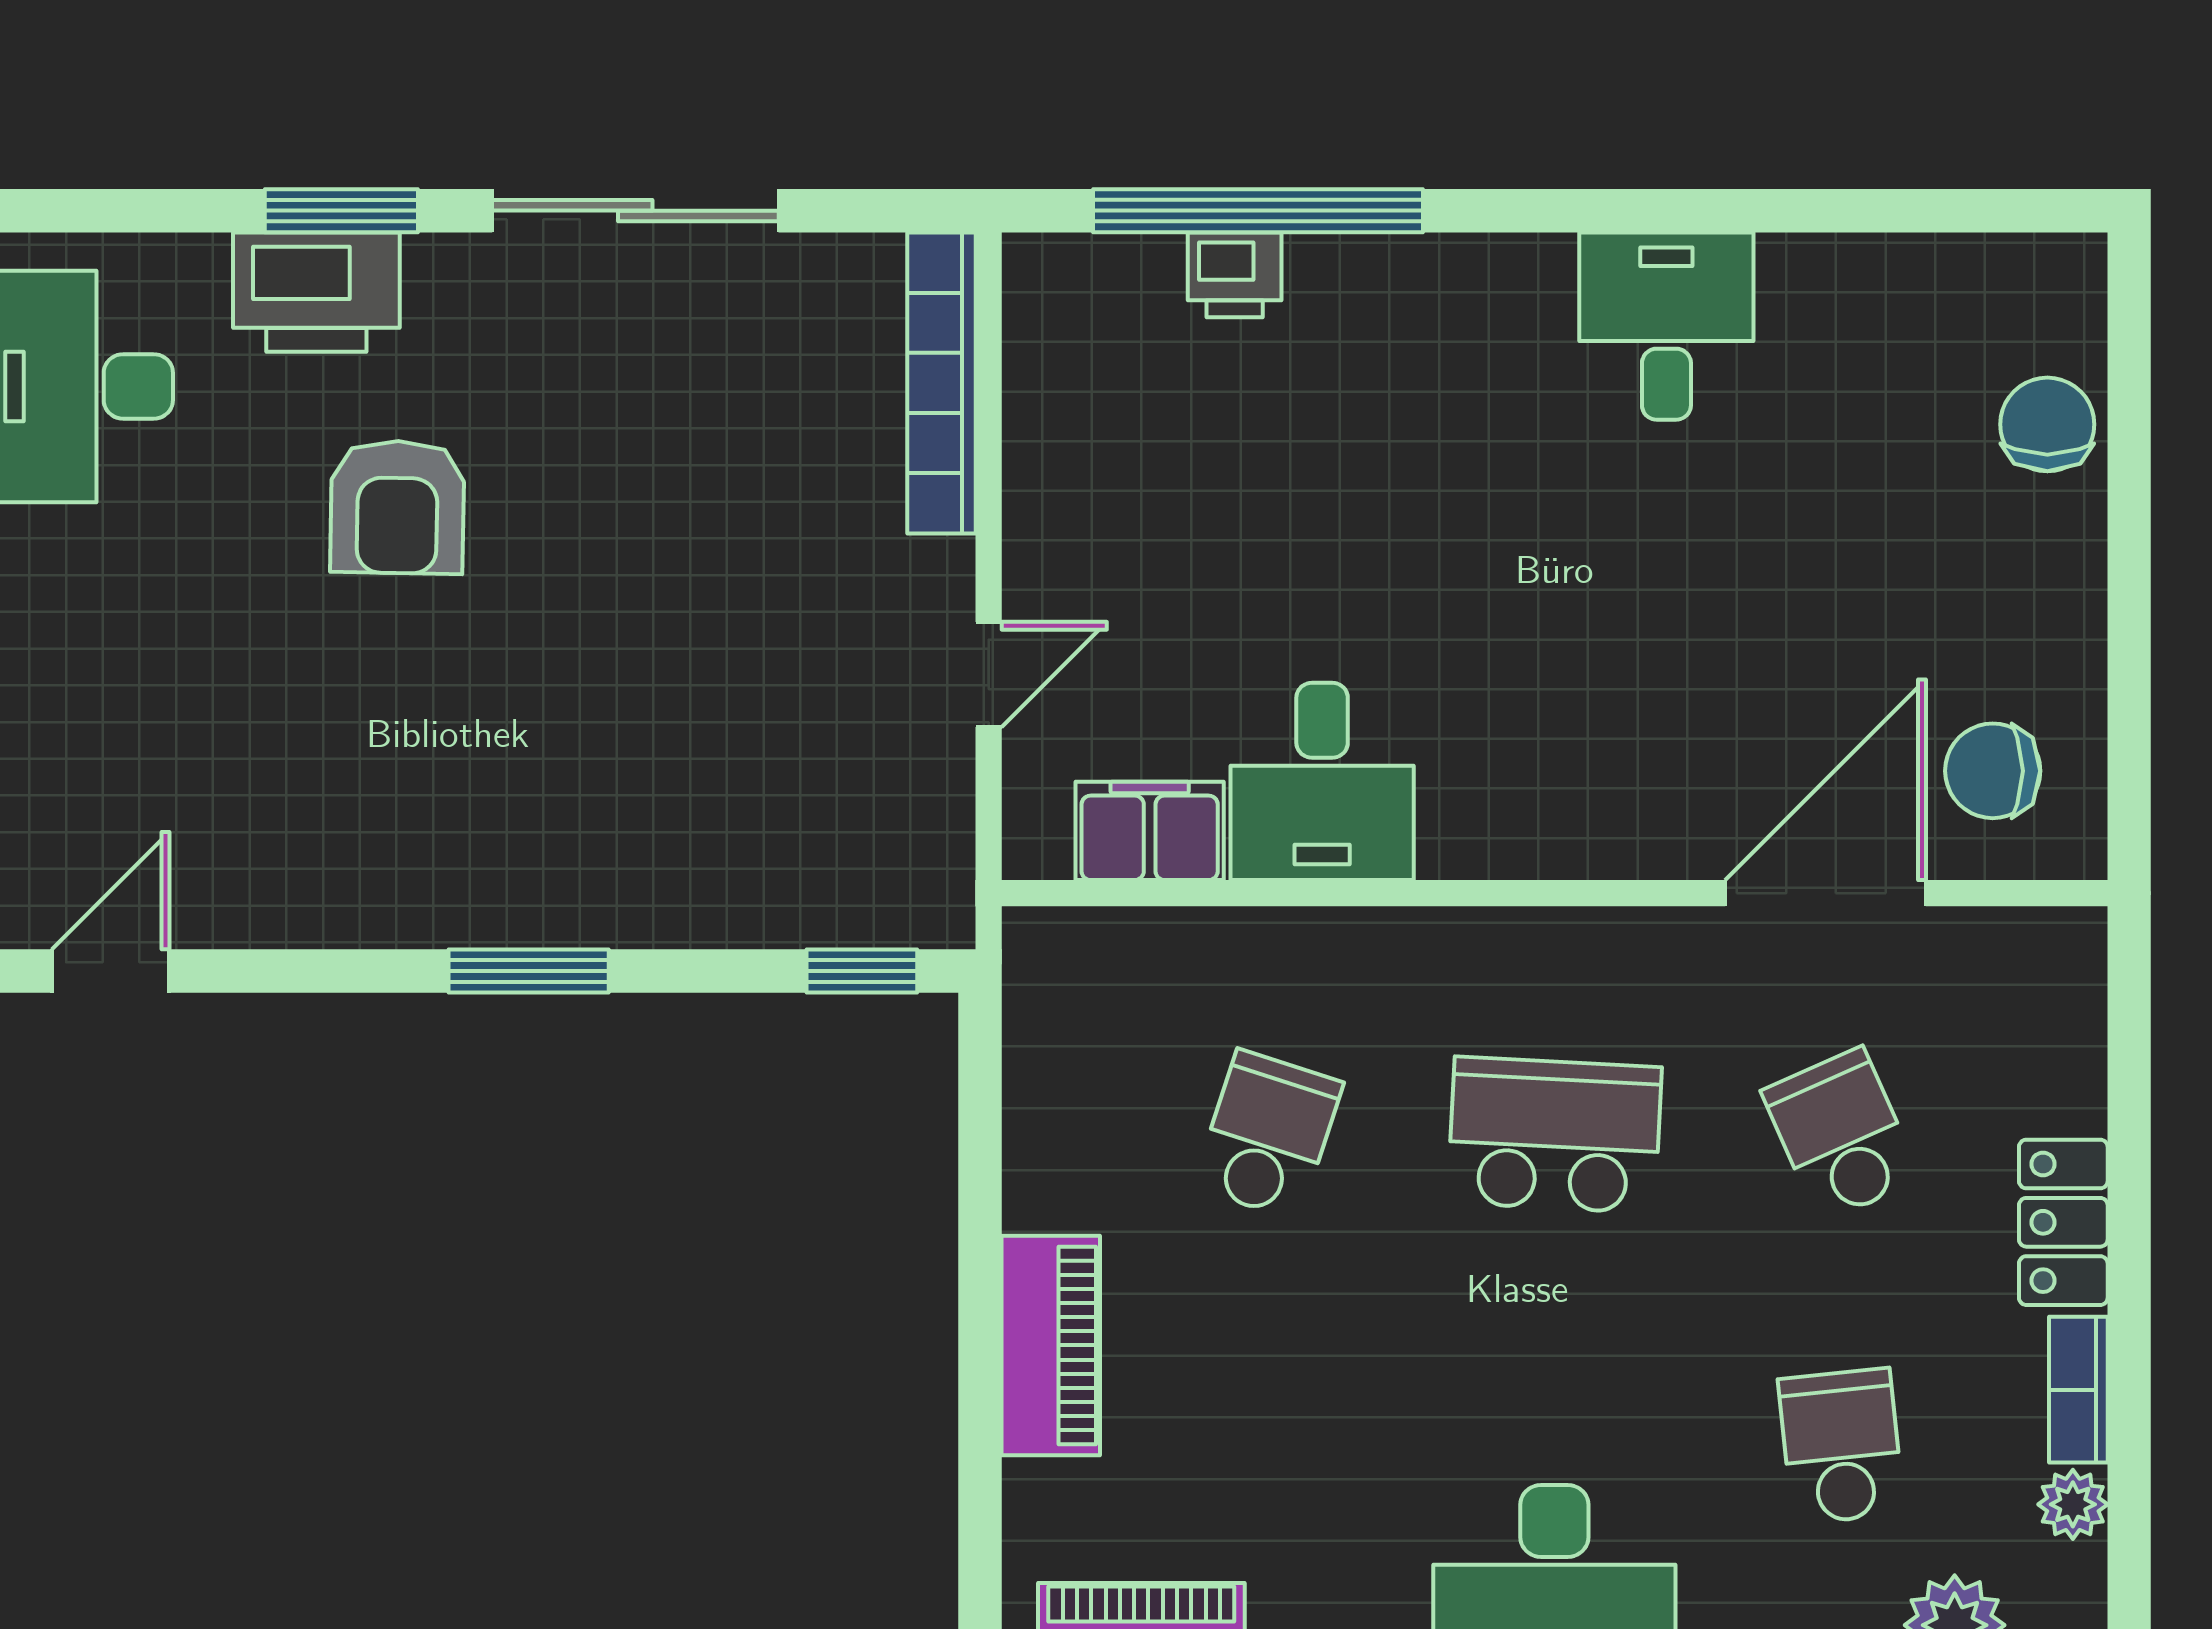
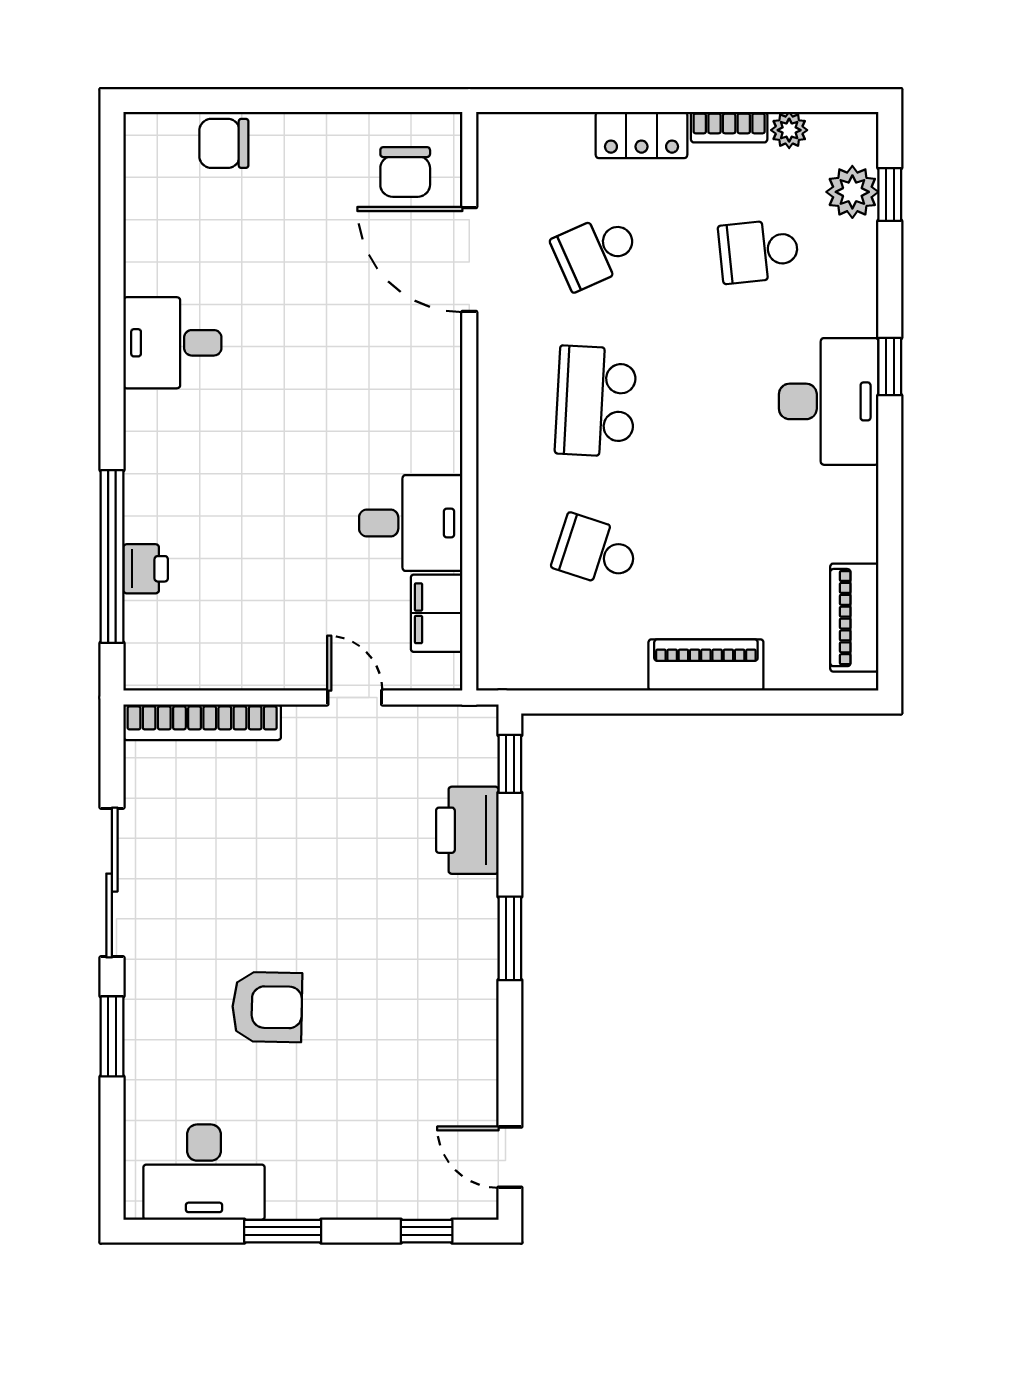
printer: (316, 292) -> (467, 830), moved, turned 180

